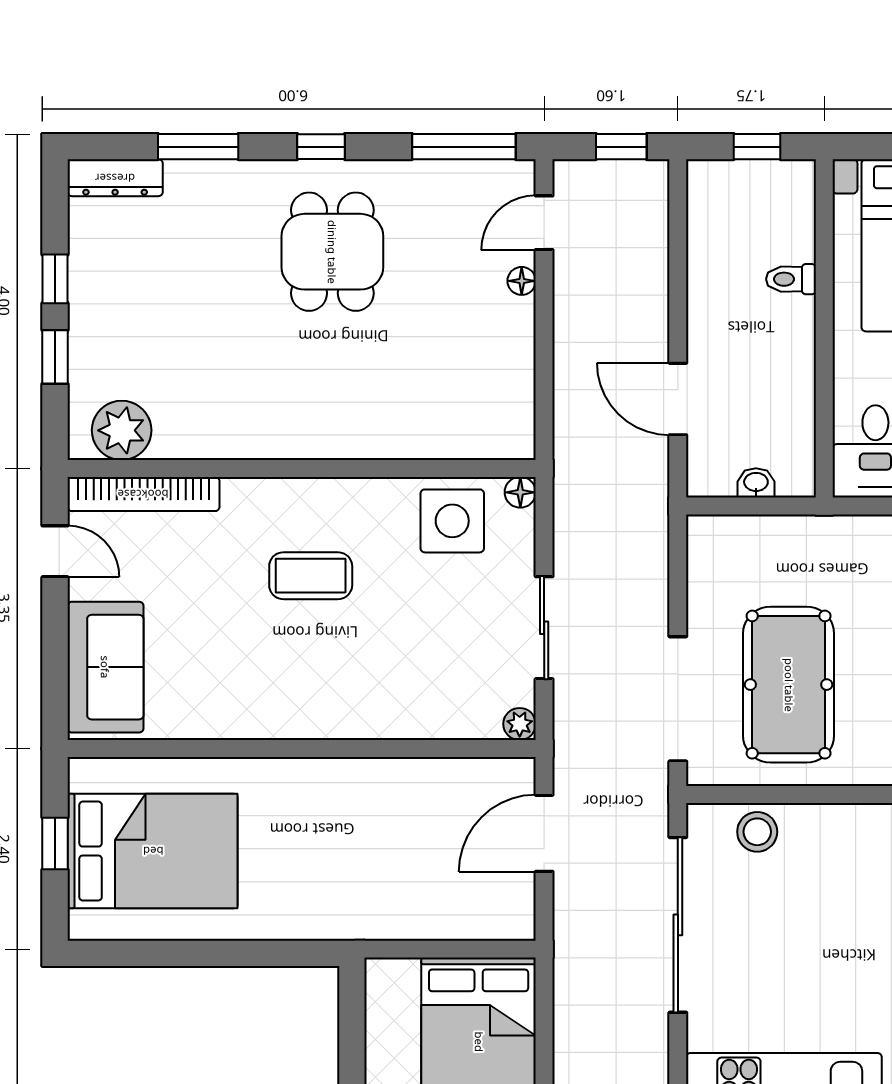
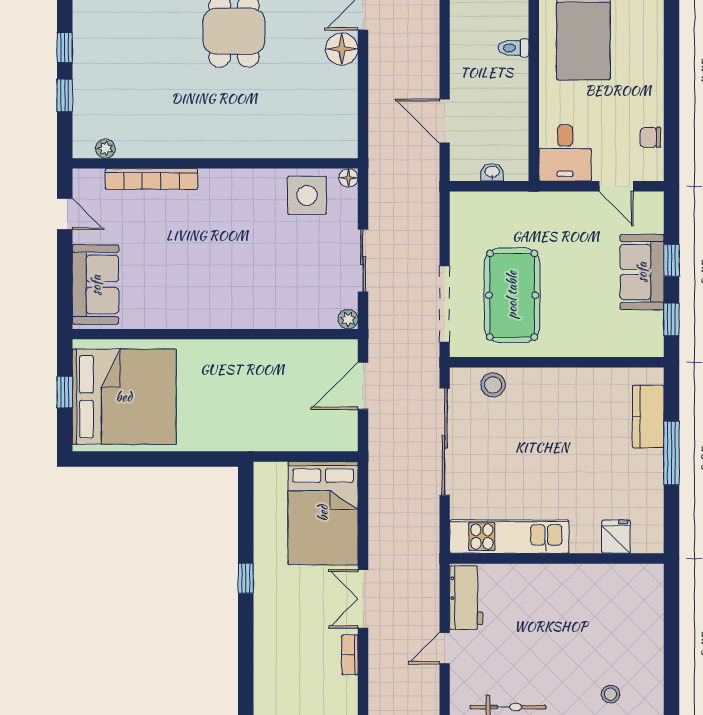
floor lamp: (522, 281) -> (342, 49), width x1.89, depth x1.89
plant: (122, 430) -> (105, 149), width x0.53, depth x0.53
bookcase: (143, 494) -> (151, 179), moved
coffee table: (311, 576) -> (221, 229), removed
bed: (153, 851) -> (124, 397), width x1.36

